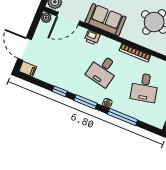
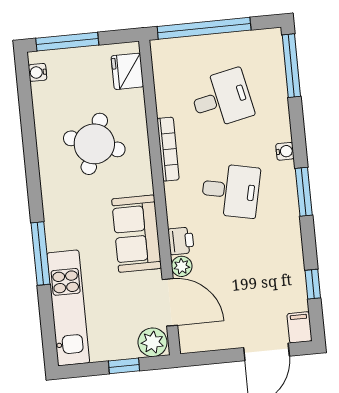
plant: (46, 18) -> (182, 266), moved
window: (60, 91) -> (313, 284), moved
window: (123, 117) -> (291, 66), moved

